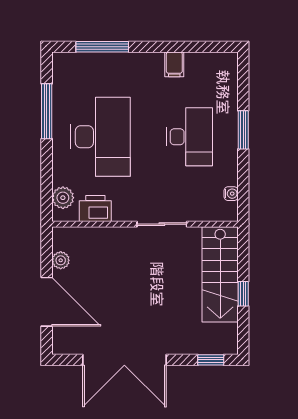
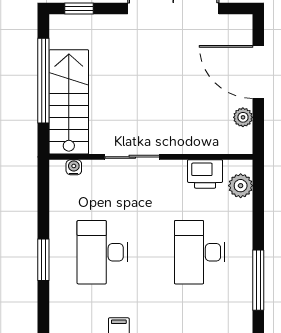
desk: (100, 137) -> (199, 252), width x0.73, depth x0.77
water cooler: (231, 194) -> (74, 167), moved, turned 90
window: (243, 294) -> (43, 81), width x3.17

